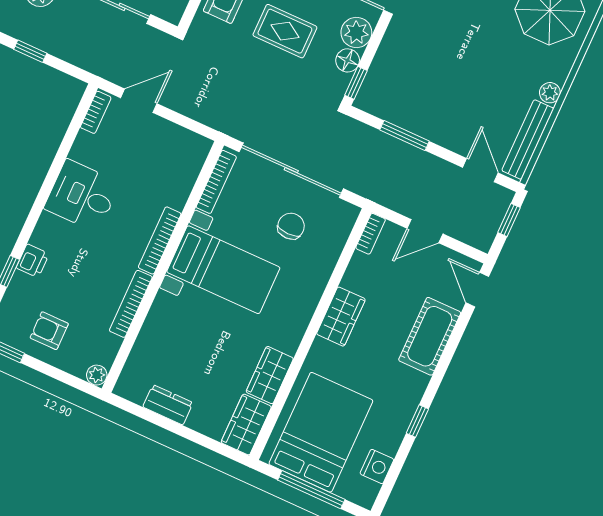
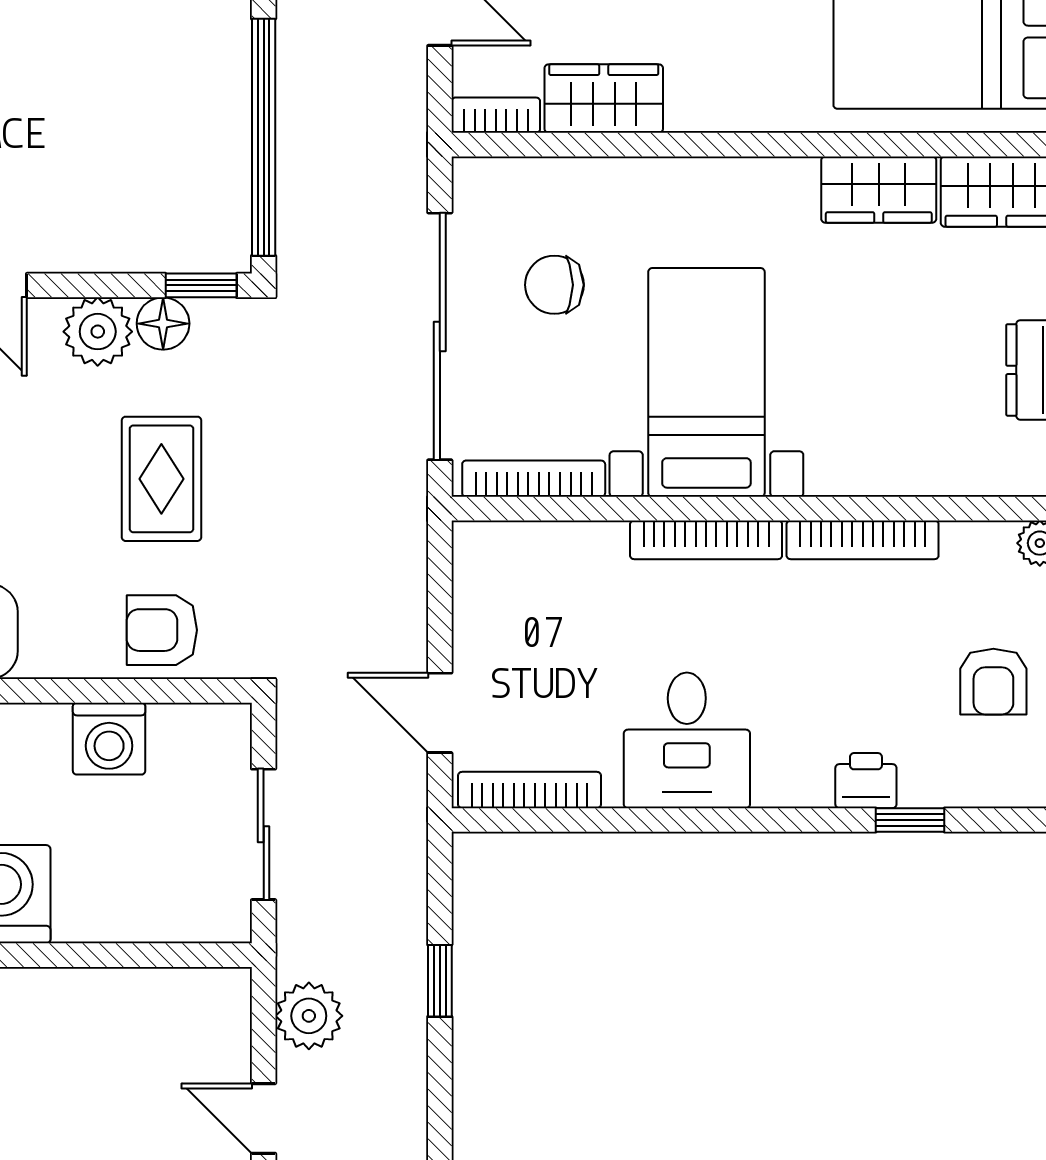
bookcase: (96, 112) -> (529, 790), width x1.56
window: (404, 136) -> (264, 137), width x2.11
wardrobe: (341, 317) -> (604, 98), moved

